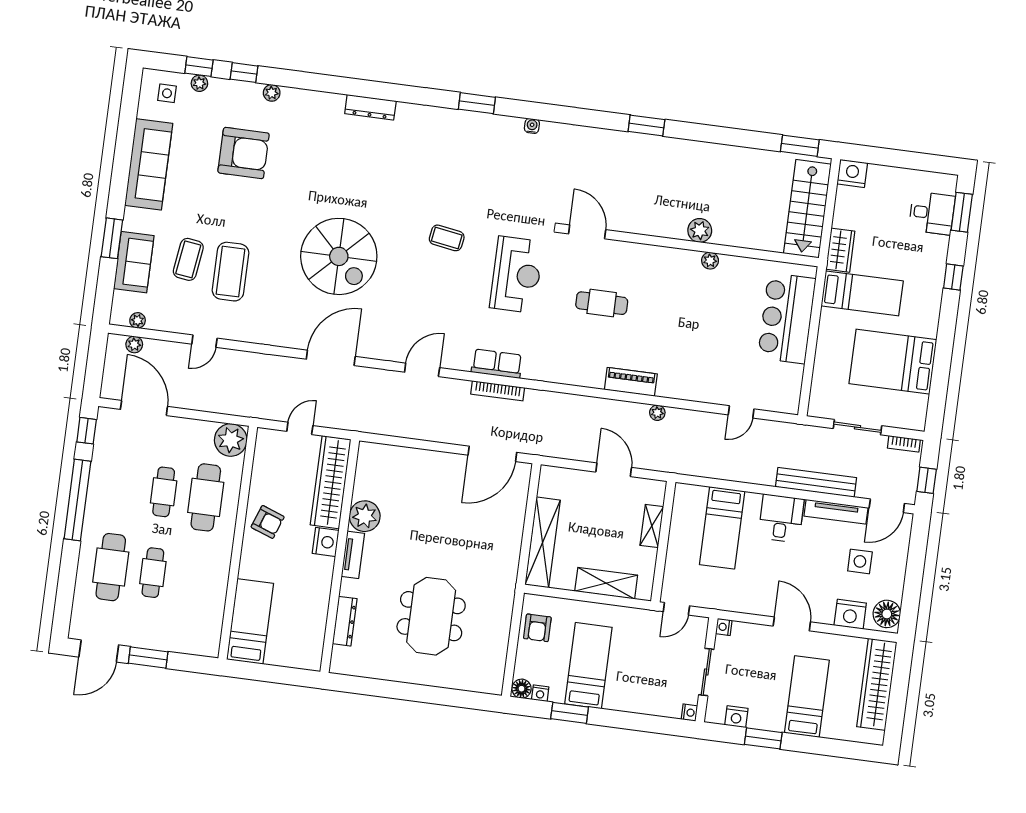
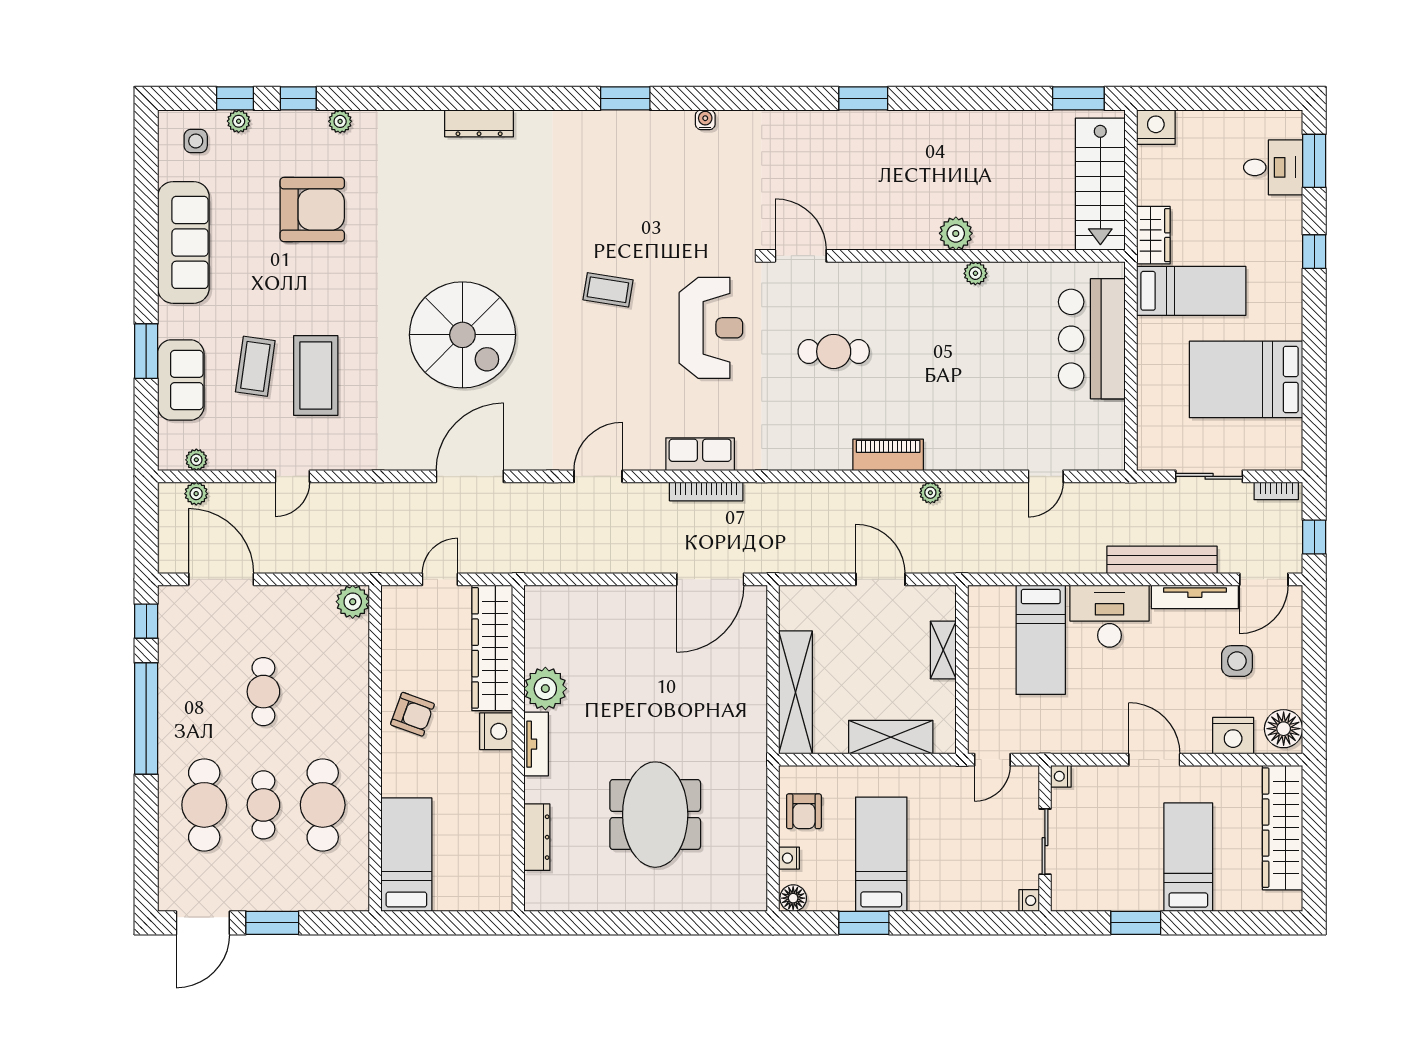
plant: (231, 440) -> (353, 602), width x0.73, depth x0.73
cafe table: (206, 497) -> (323, 805), moved
desk: (781, 518) -> (1109, 616), width x1.37
nightstand: (540, 693) -> (789, 858), moved, turned 90
nightstand: (736, 717) -> (1095, 898), removed

